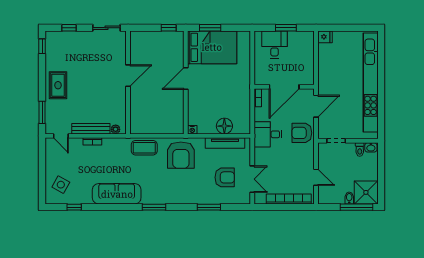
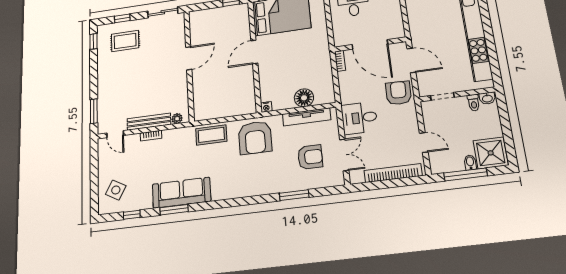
rug: (58, 85) -> (125, 41), moved, turned 90
door: (284, 87) -> (370, 44), hinge flipped
door: (316, 106) -> (411, 60), hinge flipped
armchair: (302, 133) -> (398, 93), turned 92
desk: (268, 134) -> (359, 118), moved
window: (154, 207) -> (174, 210), moved
window: (357, 207) -> (465, 174), moved

